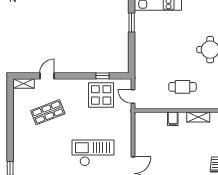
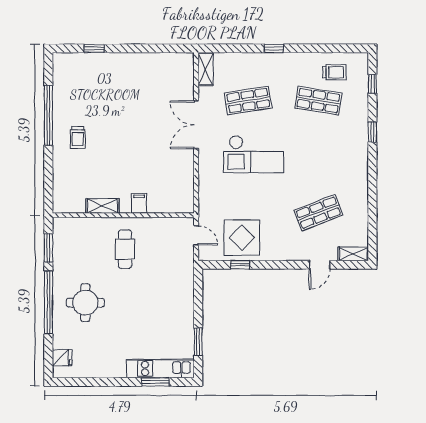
cafe table: (183, 87) -> (125, 249), turned 90

